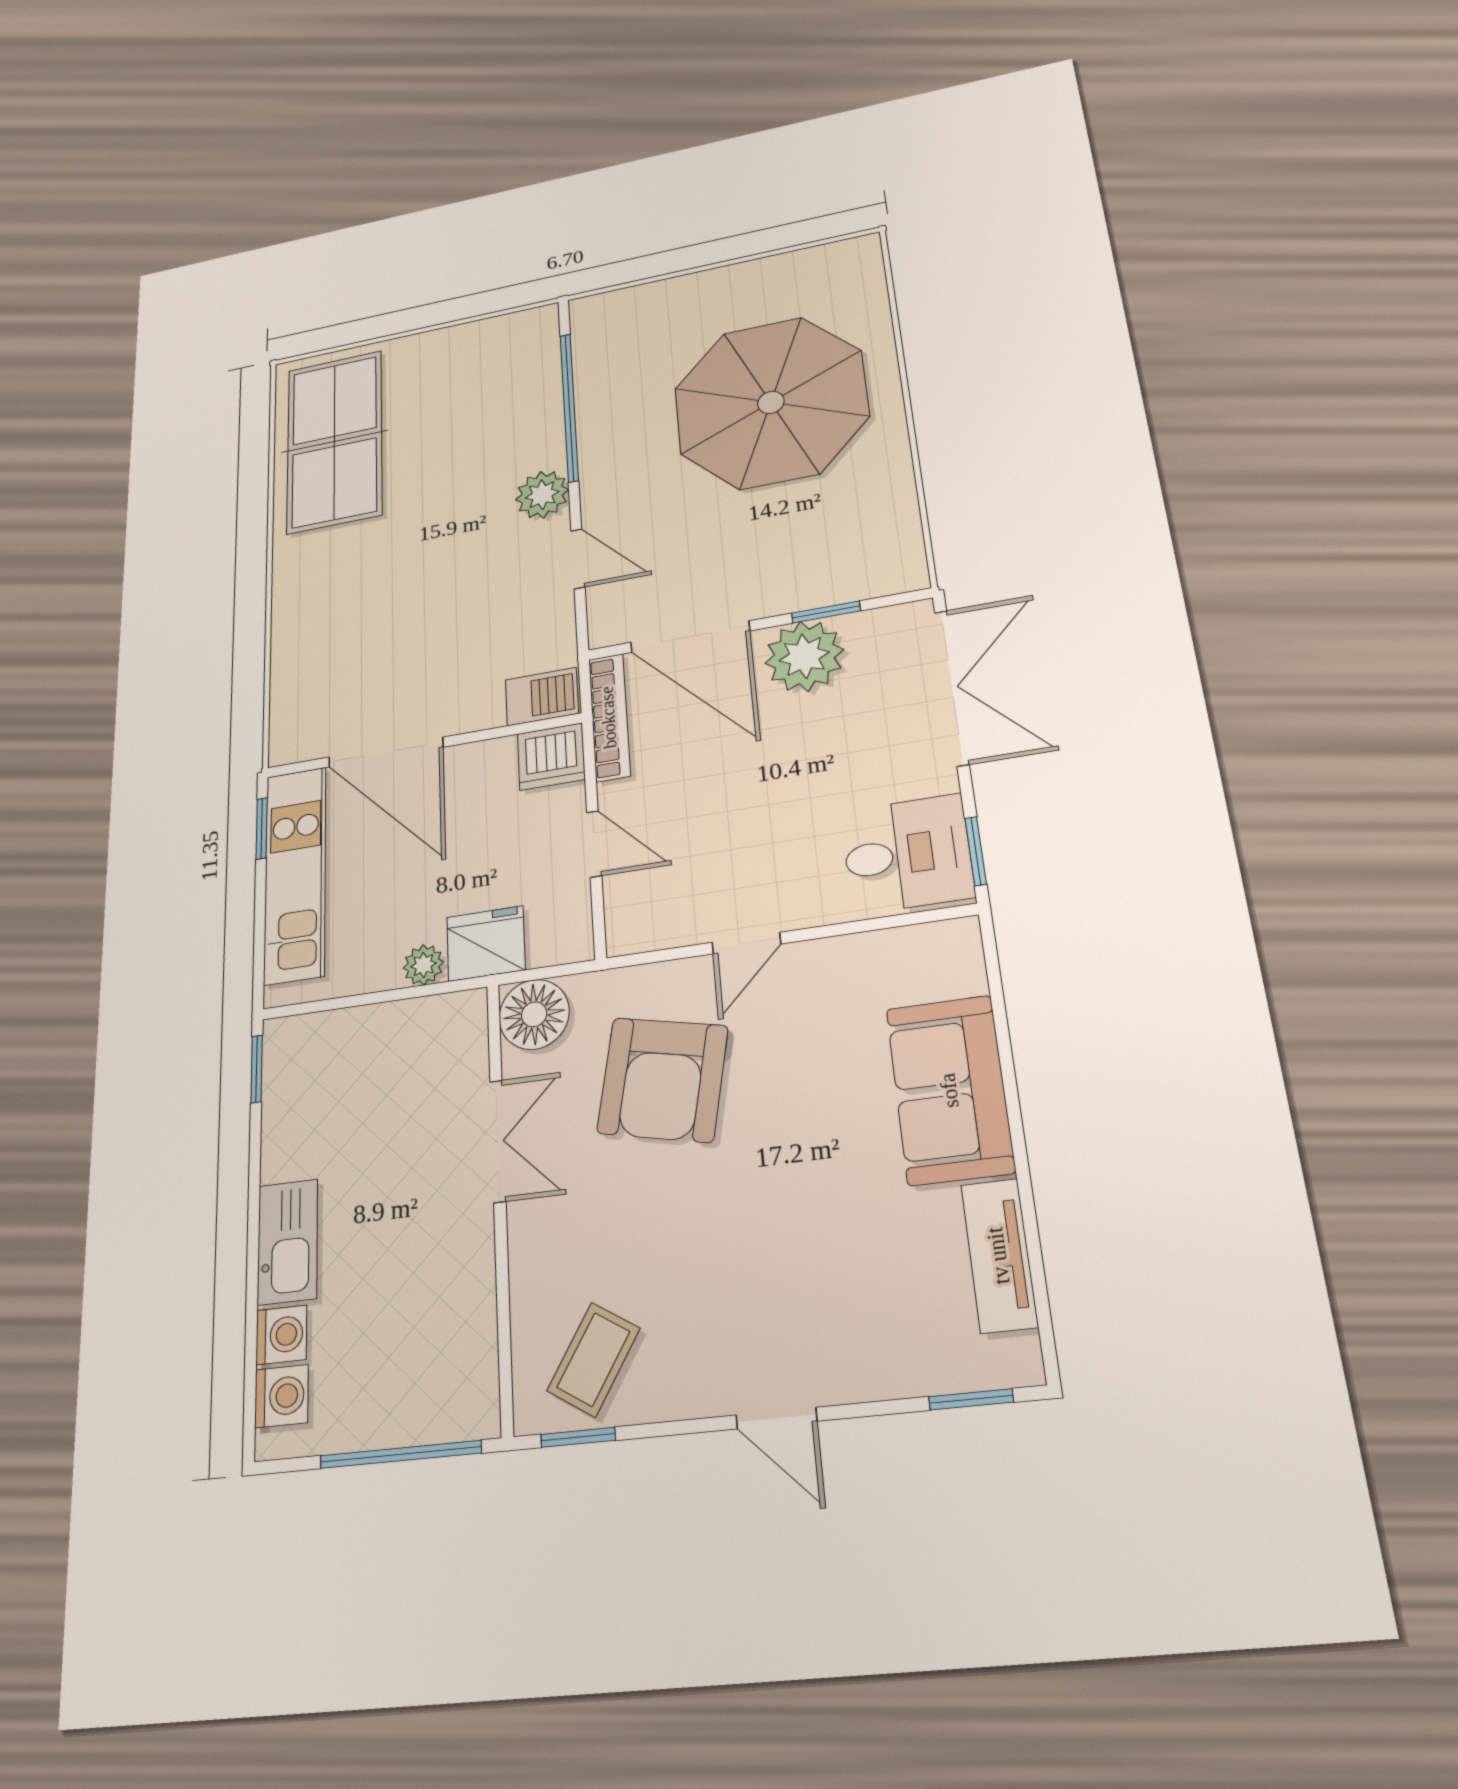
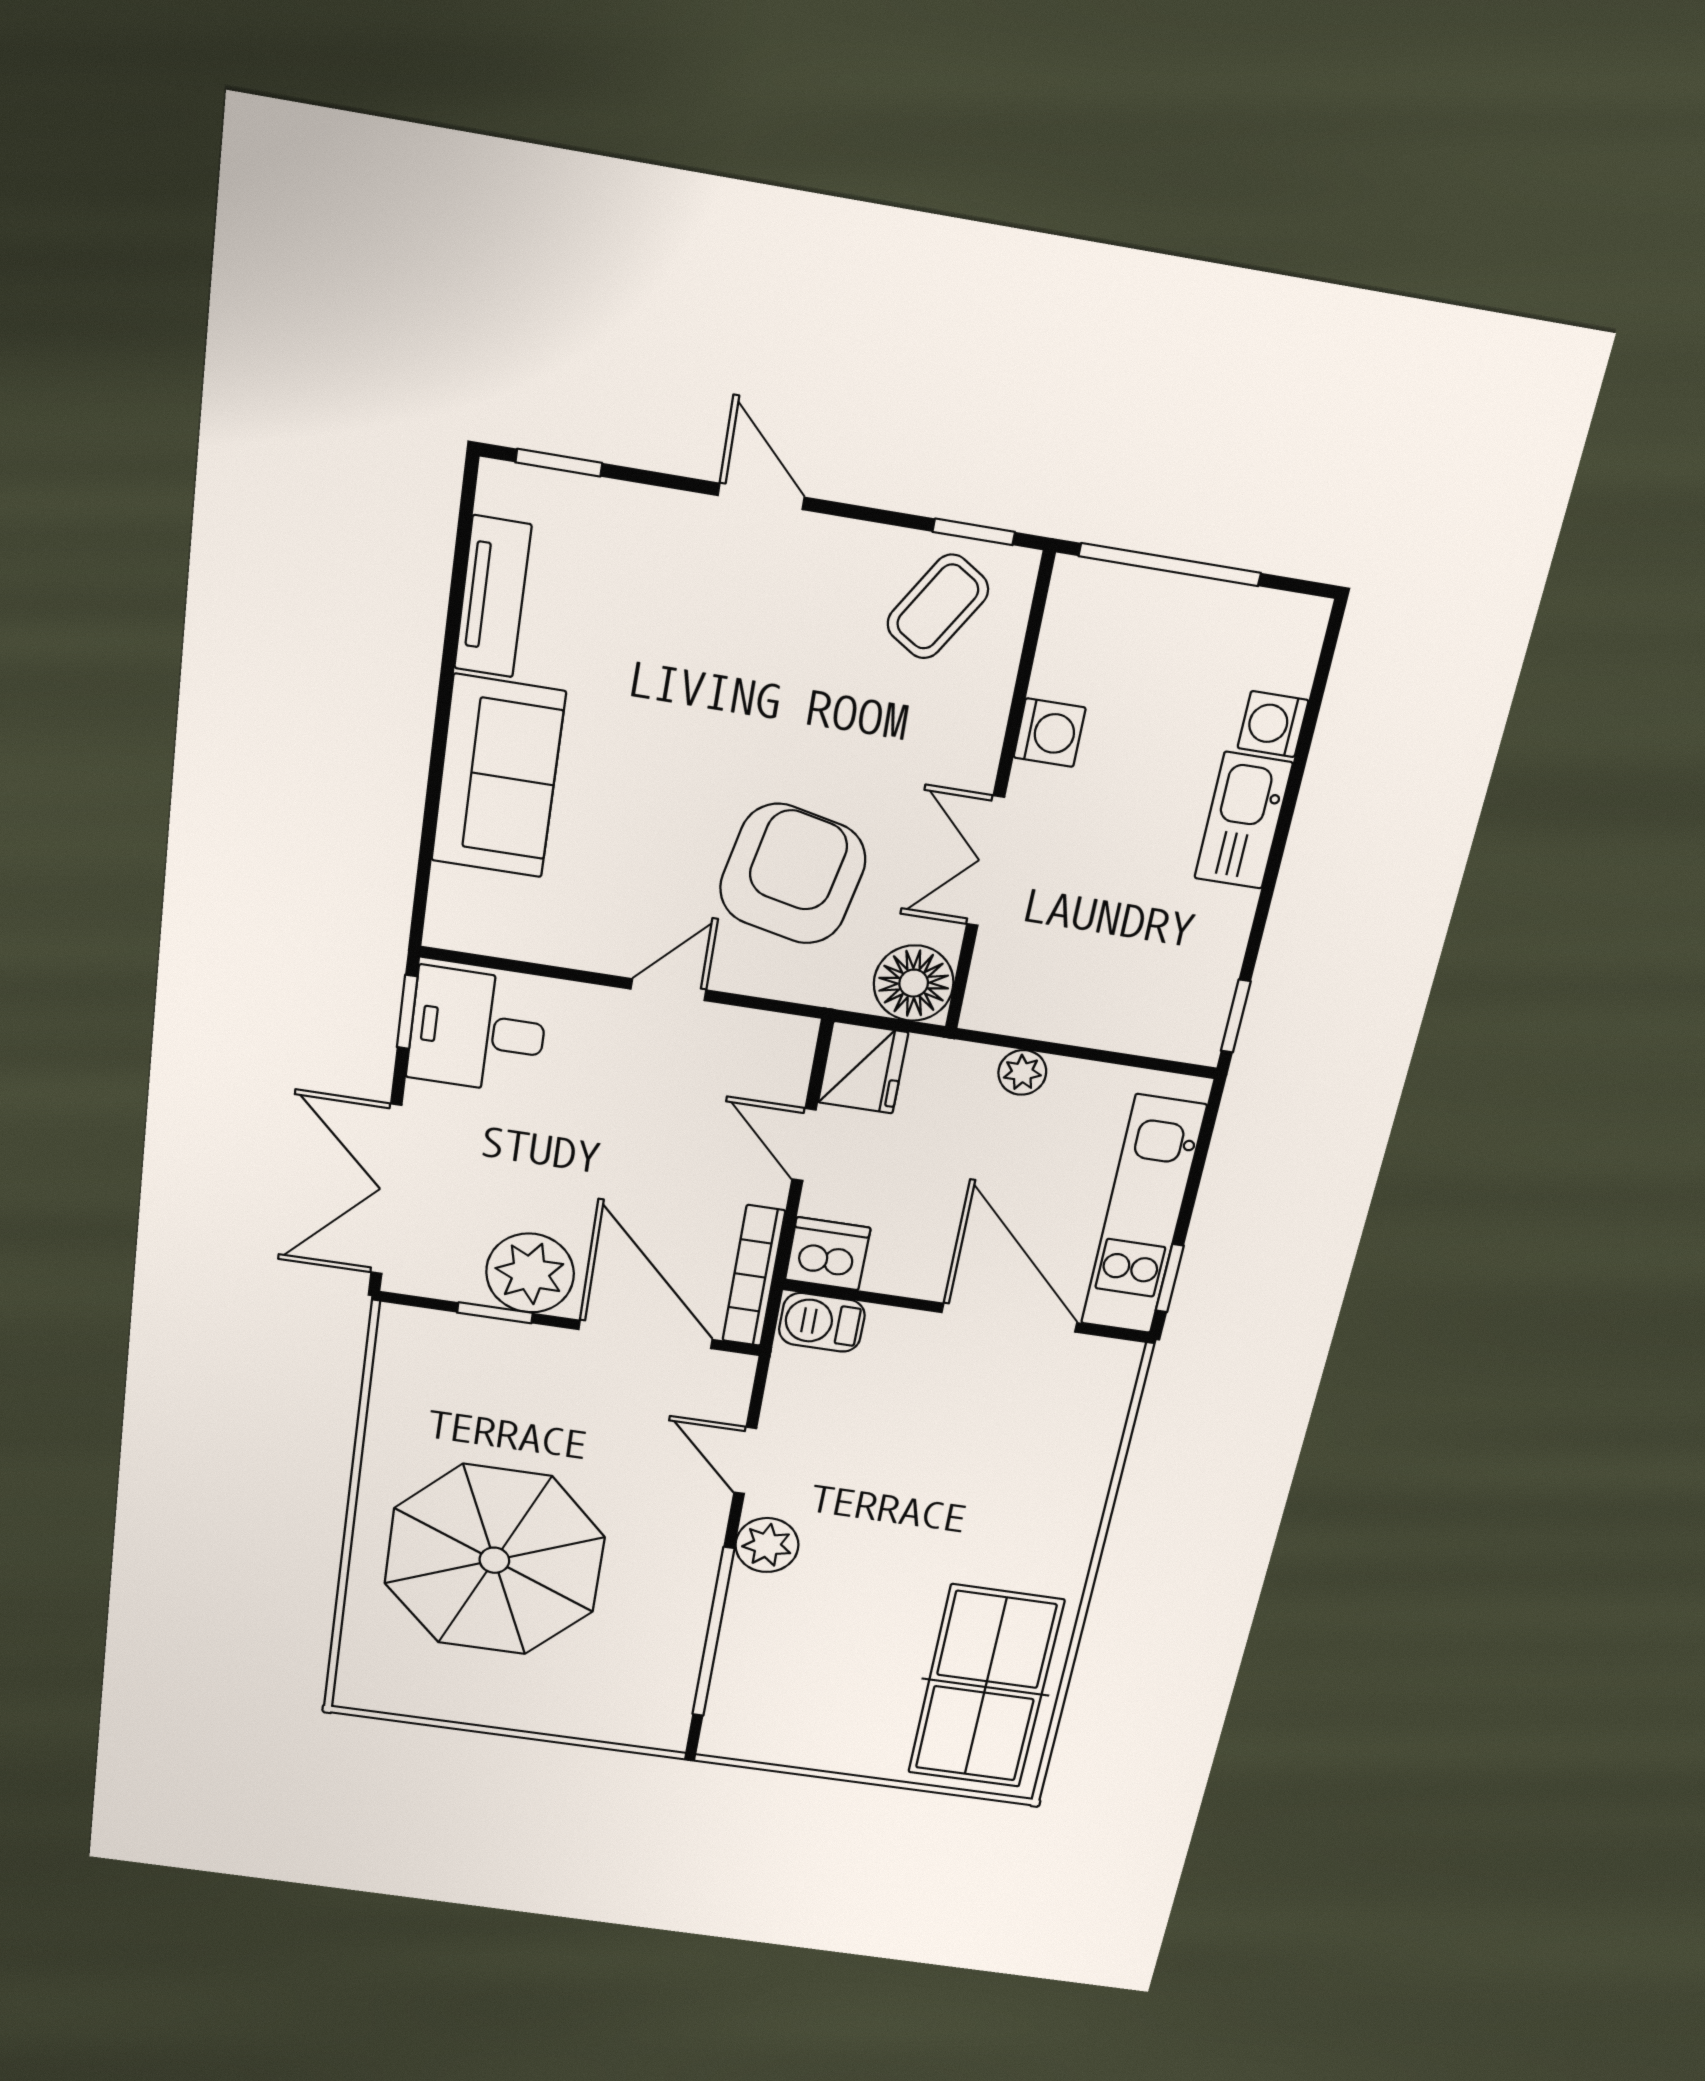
fridge: (486, 944) -> (863, 1067), moved, turned -90
washing machine: (282, 1396) -> (1050, 733), moved, turned 180

